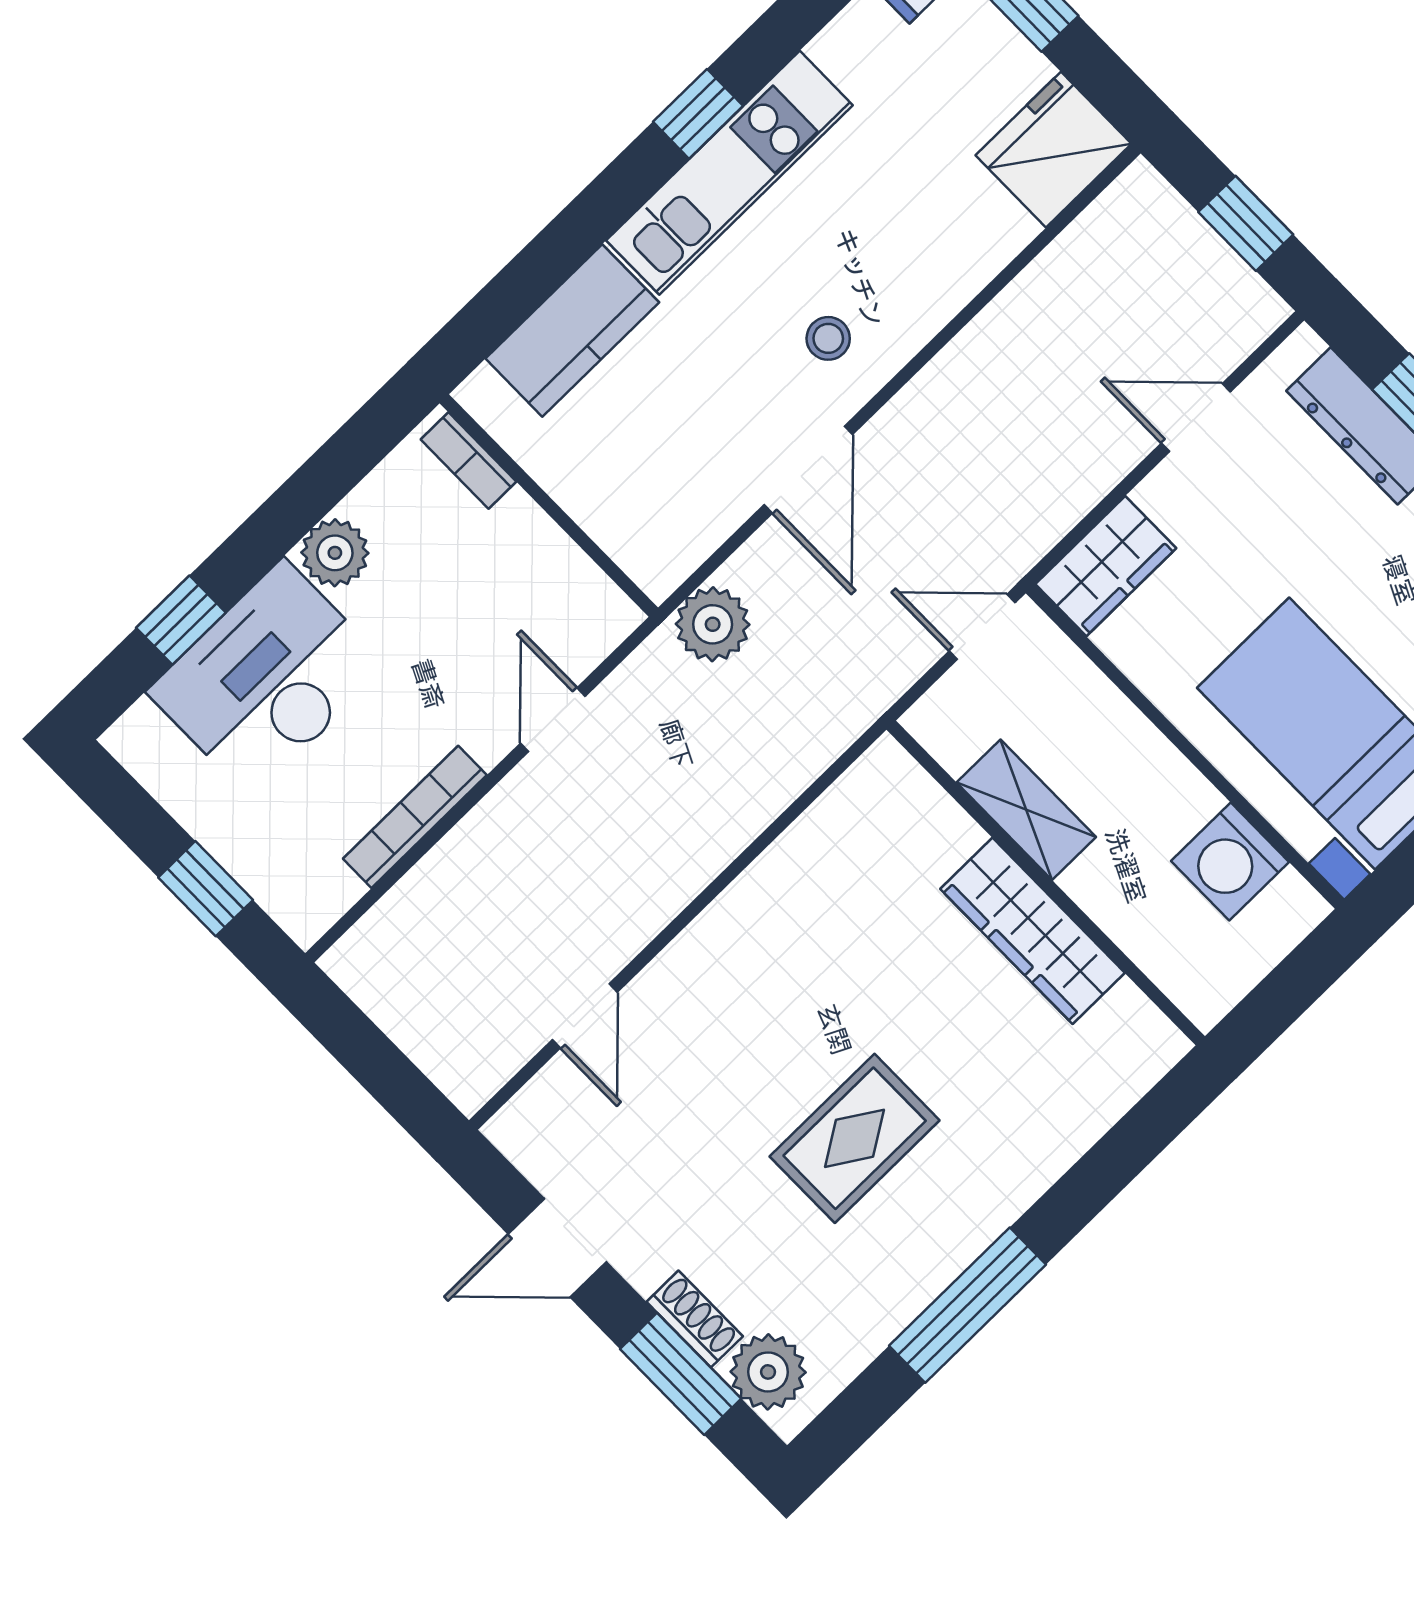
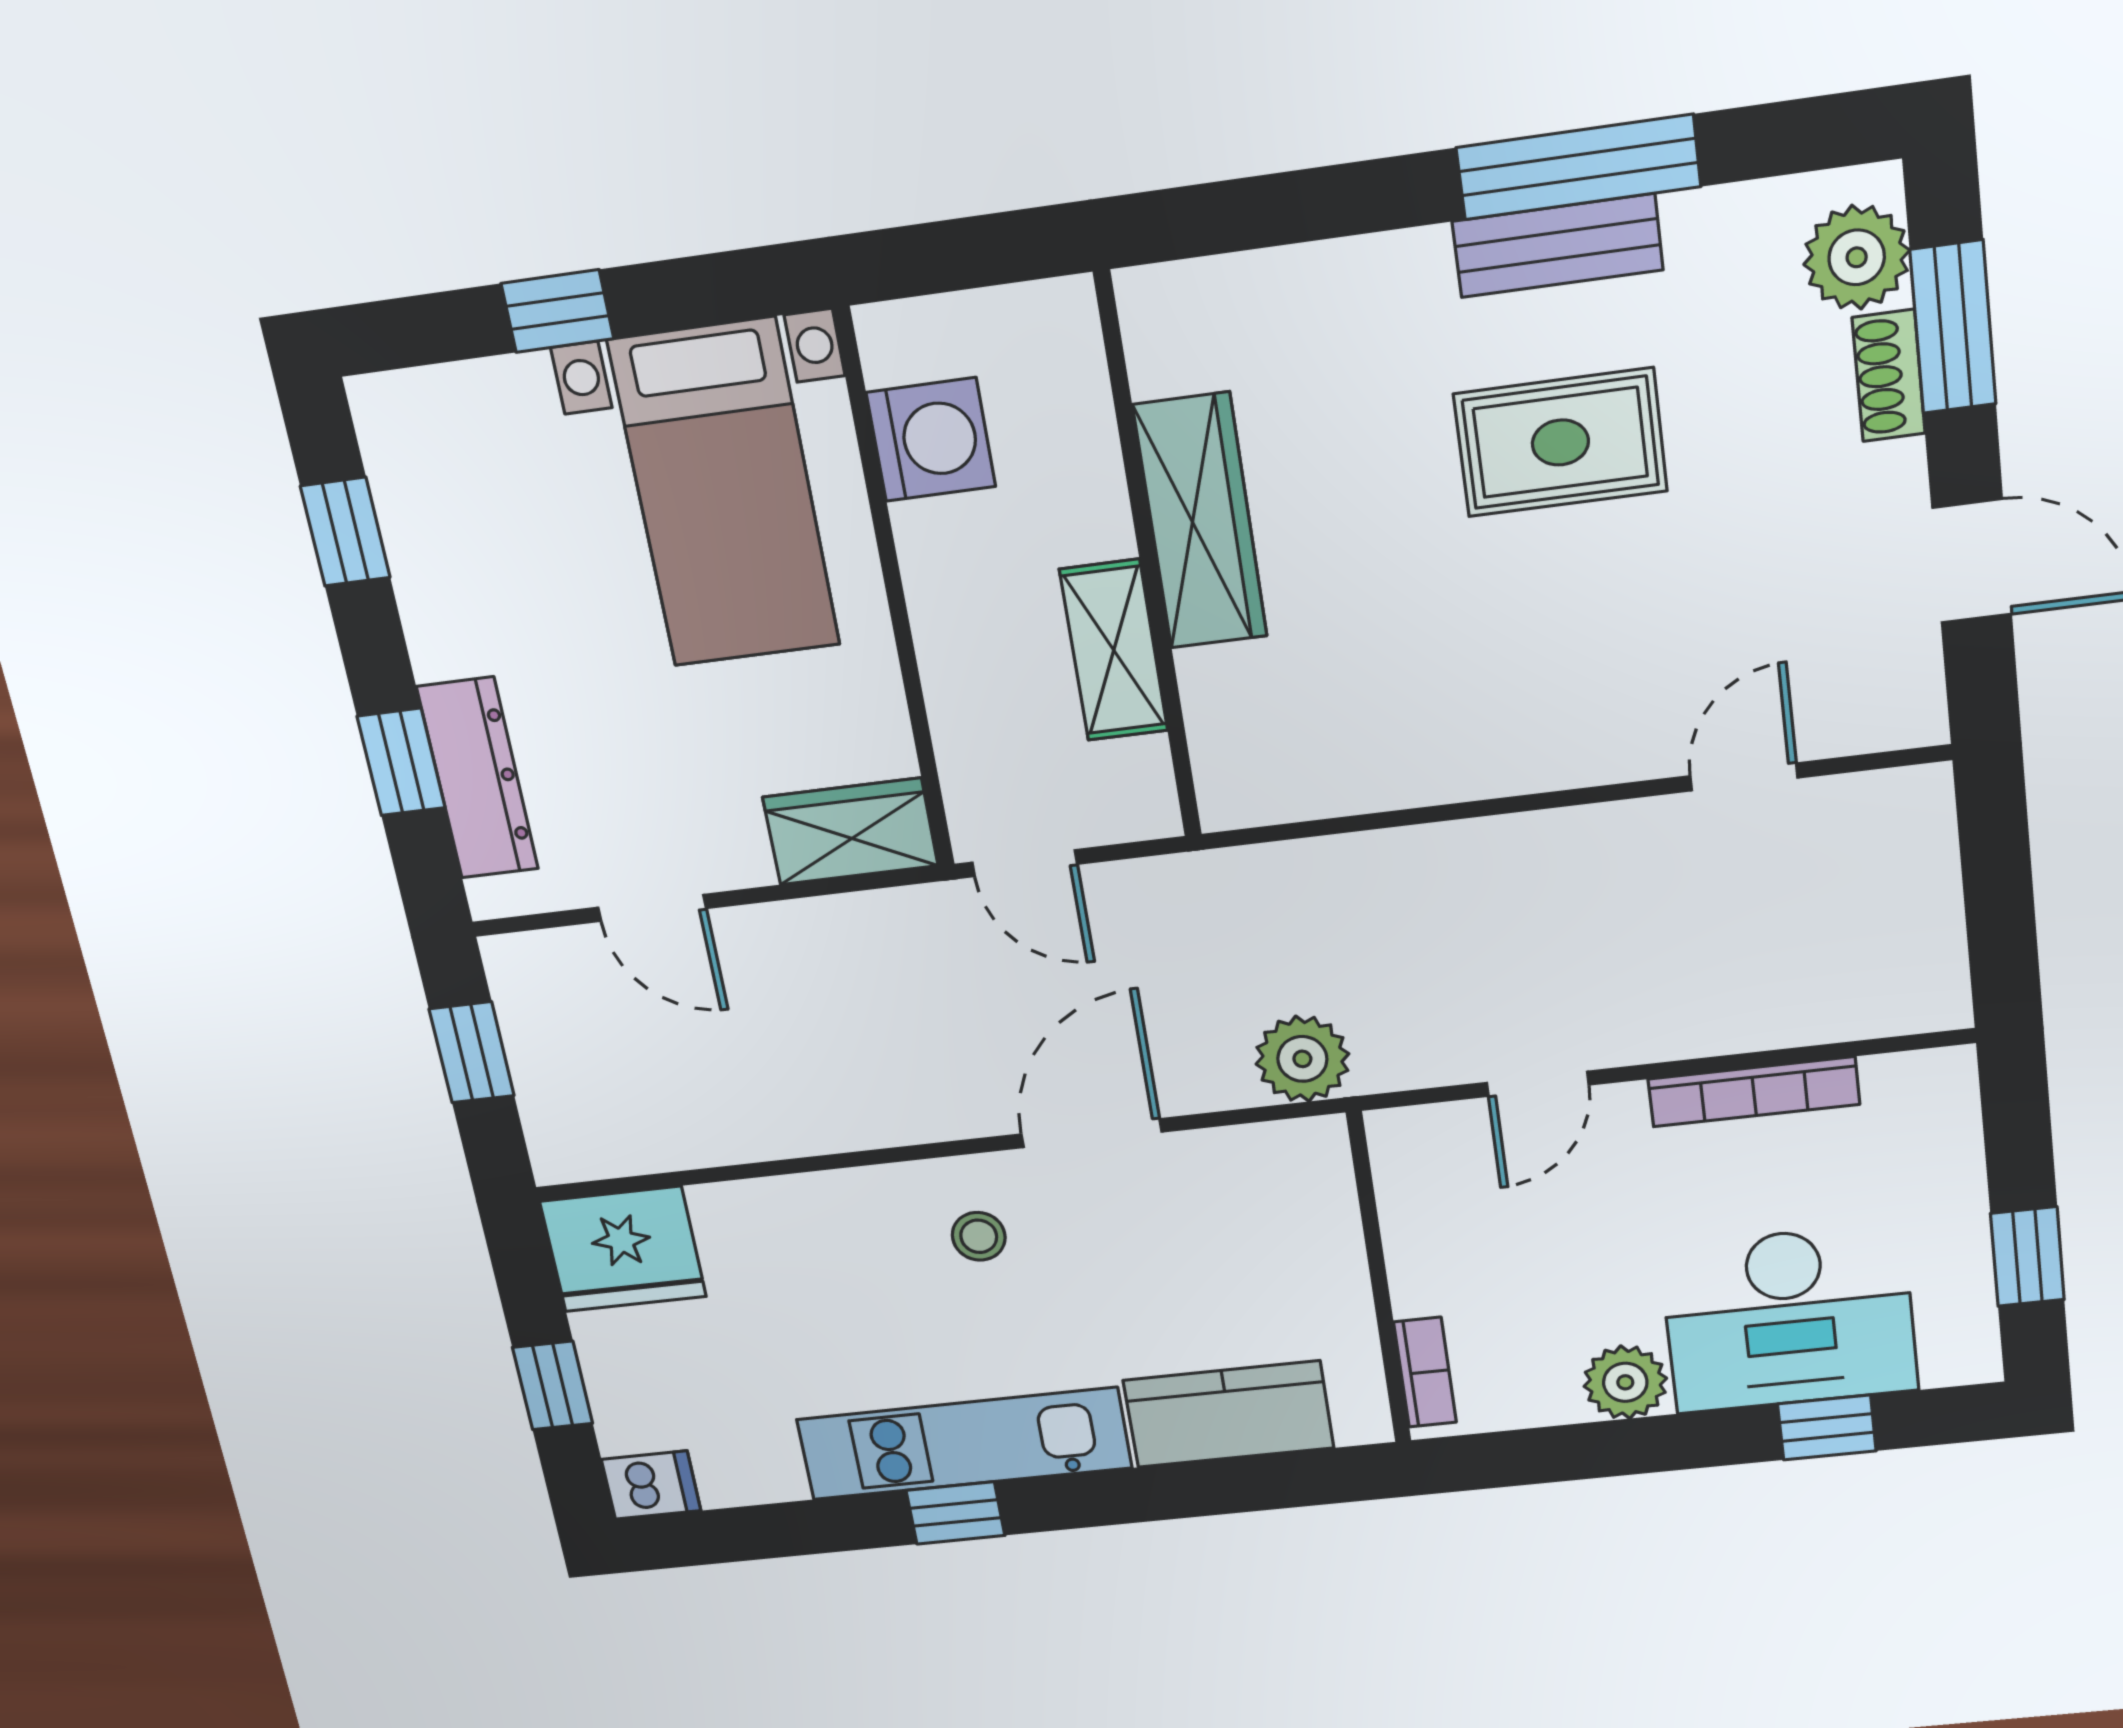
window: (206, 889) -> (2027, 1257), moved
bench: (945, 1252) -> (1558, 246), added

